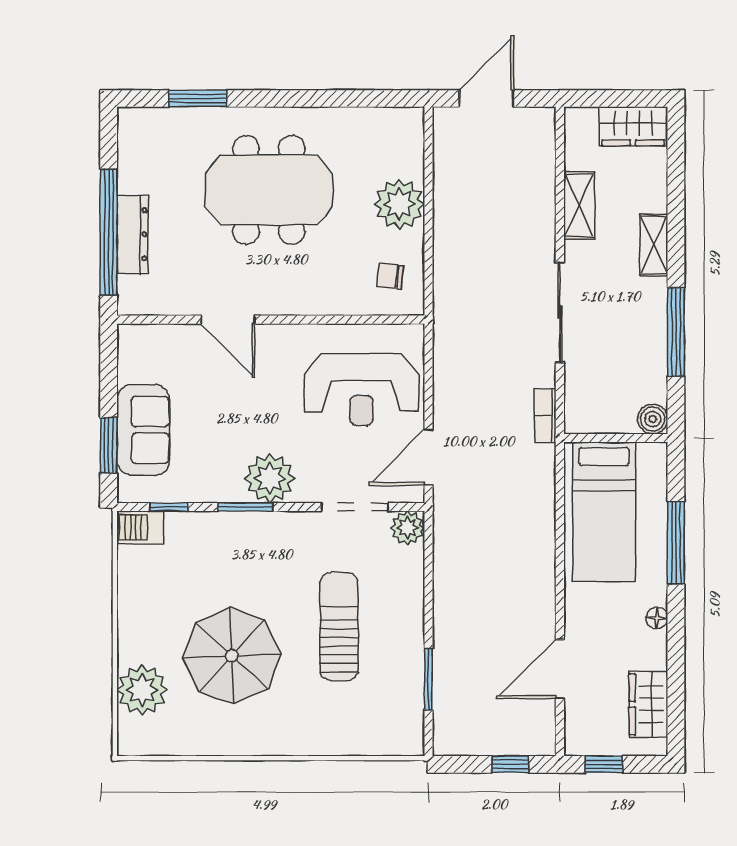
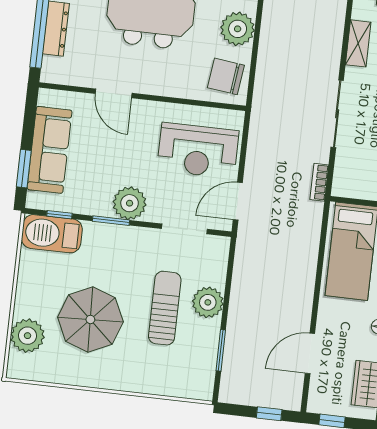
chair: (390, 276) -> (226, 76), width x1.87, depth x1.87
sofa: (143, 430) -> (50, 150), width x1.36
barbecue: (140, 527) -> (52, 234), width x1.88, depth x1.53
plant: (408, 528) -> (208, 302), moved, width x1.36, depth x1.36

